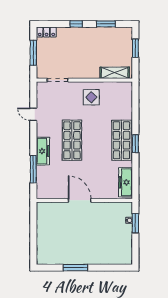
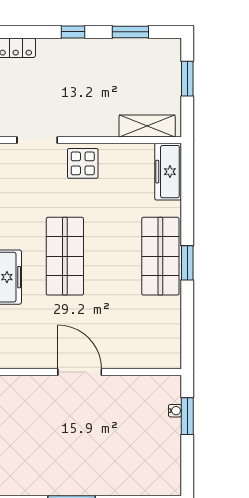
display table: (91, 97) -> (83, 163), moved
freezer: (126, 182) -> (168, 172), moved

